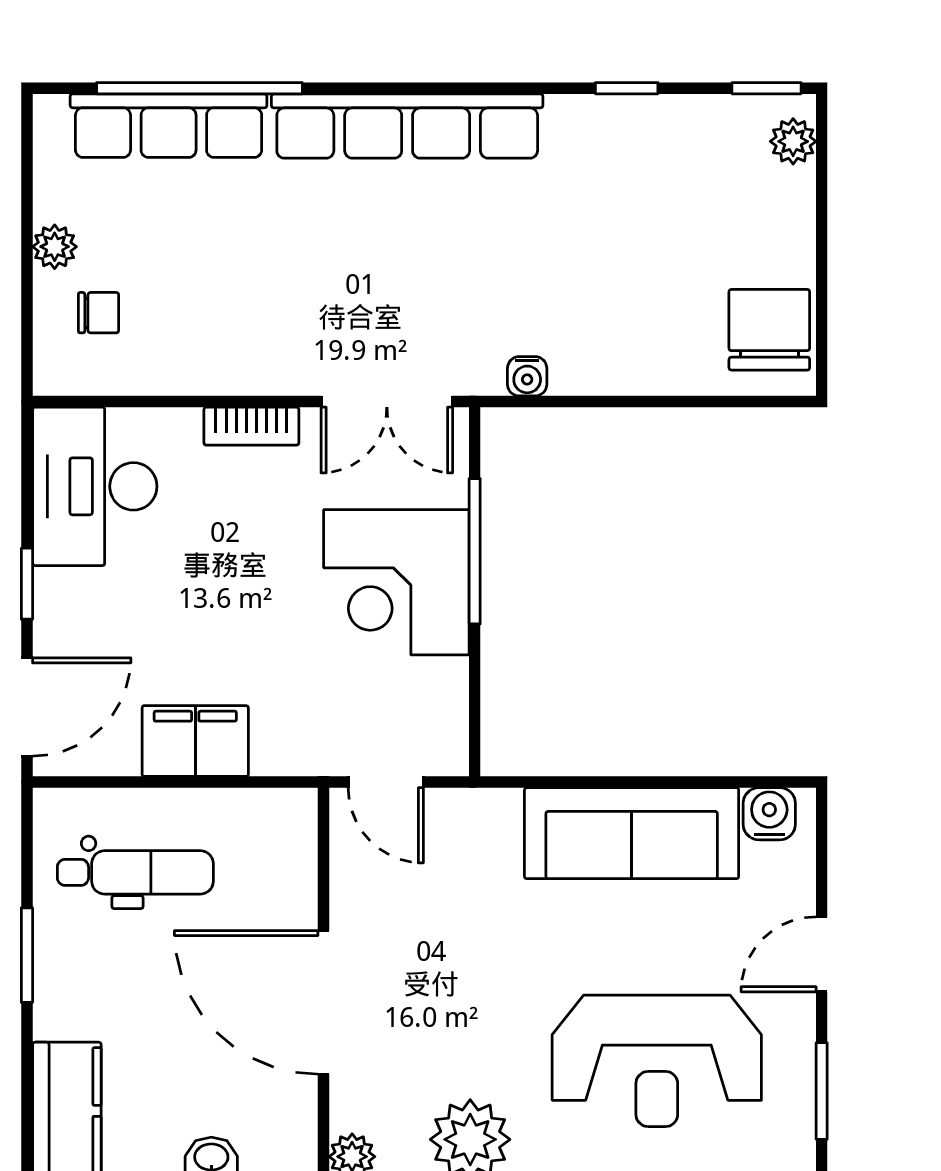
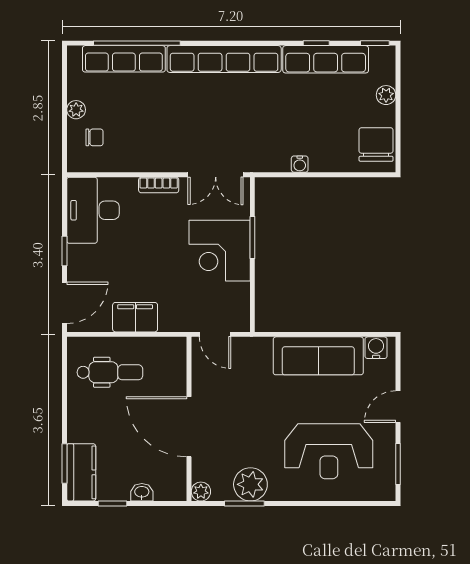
row of seats: (649, 127) -> (326, 59), added
plant: (793, 141) -> (386, 95), moved
water cooler: (527, 376) -> (300, 164), moved
window: (475, 551) -> (252, 237), width x0.69
window: (27, 955) -> (64, 464), moved

